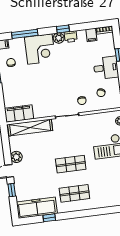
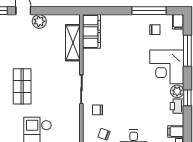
shelving: (30, 128) -> (73, 43), width x0.68

